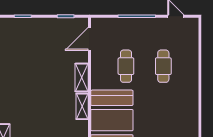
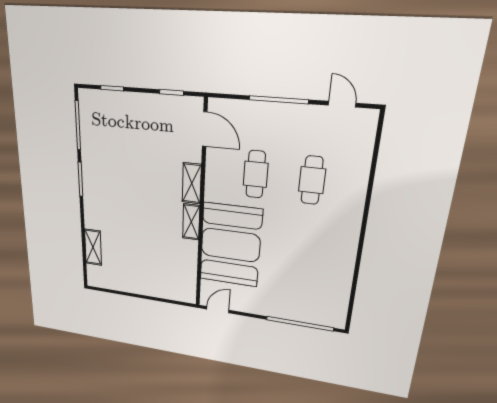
door: (89, 39) -> (205, 129), swing flipped

